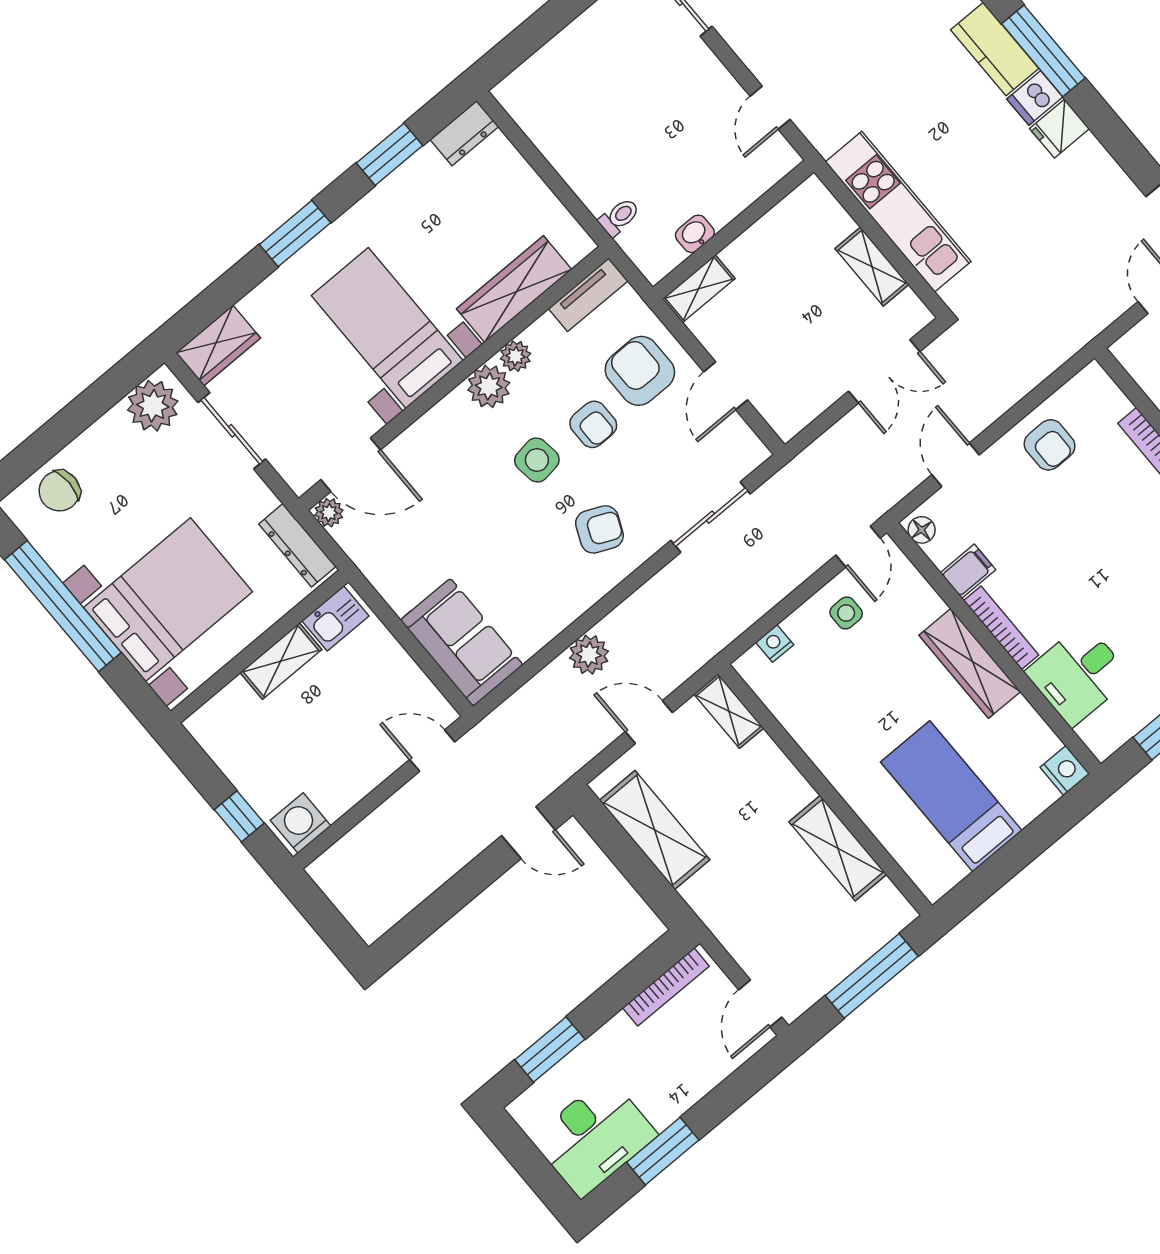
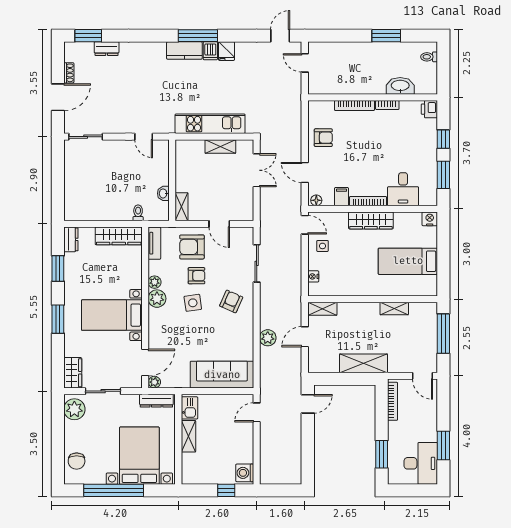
wardrobe: (514, 289) -> (119, 236), moved, turned -90
sofa: (462, 642) -> (222, 375), width x1.36
shelving: (655, 830) -> (363, 363), moved
shelving: (838, 848) -> (394, 309), width x0.67, depth x0.75

